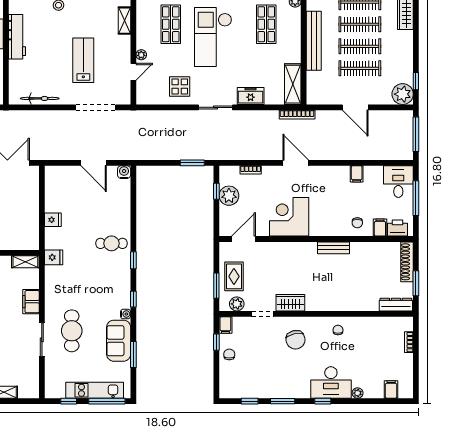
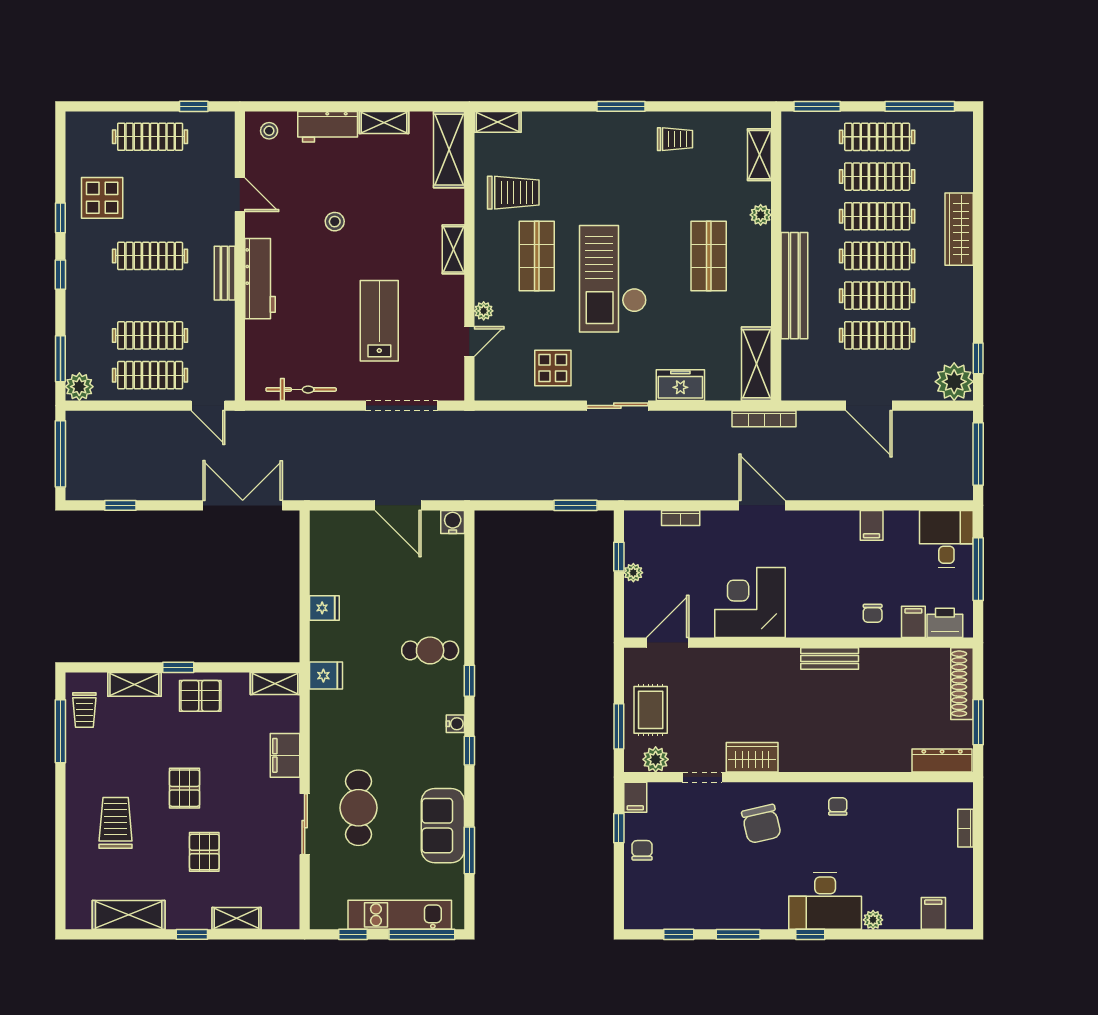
plant: (229, 196) -> (633, 573), width x0.53, depth x0.53
water cooler: (126, 314) -> (455, 724), moved

